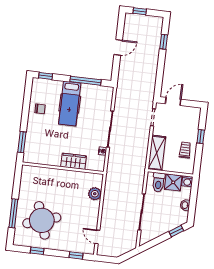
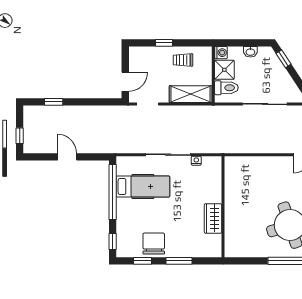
window: (86, 81) -> (113, 192), width x1.46
window: (27, 98) -> (143, 261), added
door: (173, 101) -> (125, 82), swing flipped
hospital bed: (70, 104) -> (143, 187), moved
chair: (40, 109) -> (154, 244), width x1.87, depth x1.87
window: (22, 142) -> (179, 261), moved
wardrobe: (73, 161) -> (213, 218), moved
plant: (95, 194) -> (250, 164), removed

